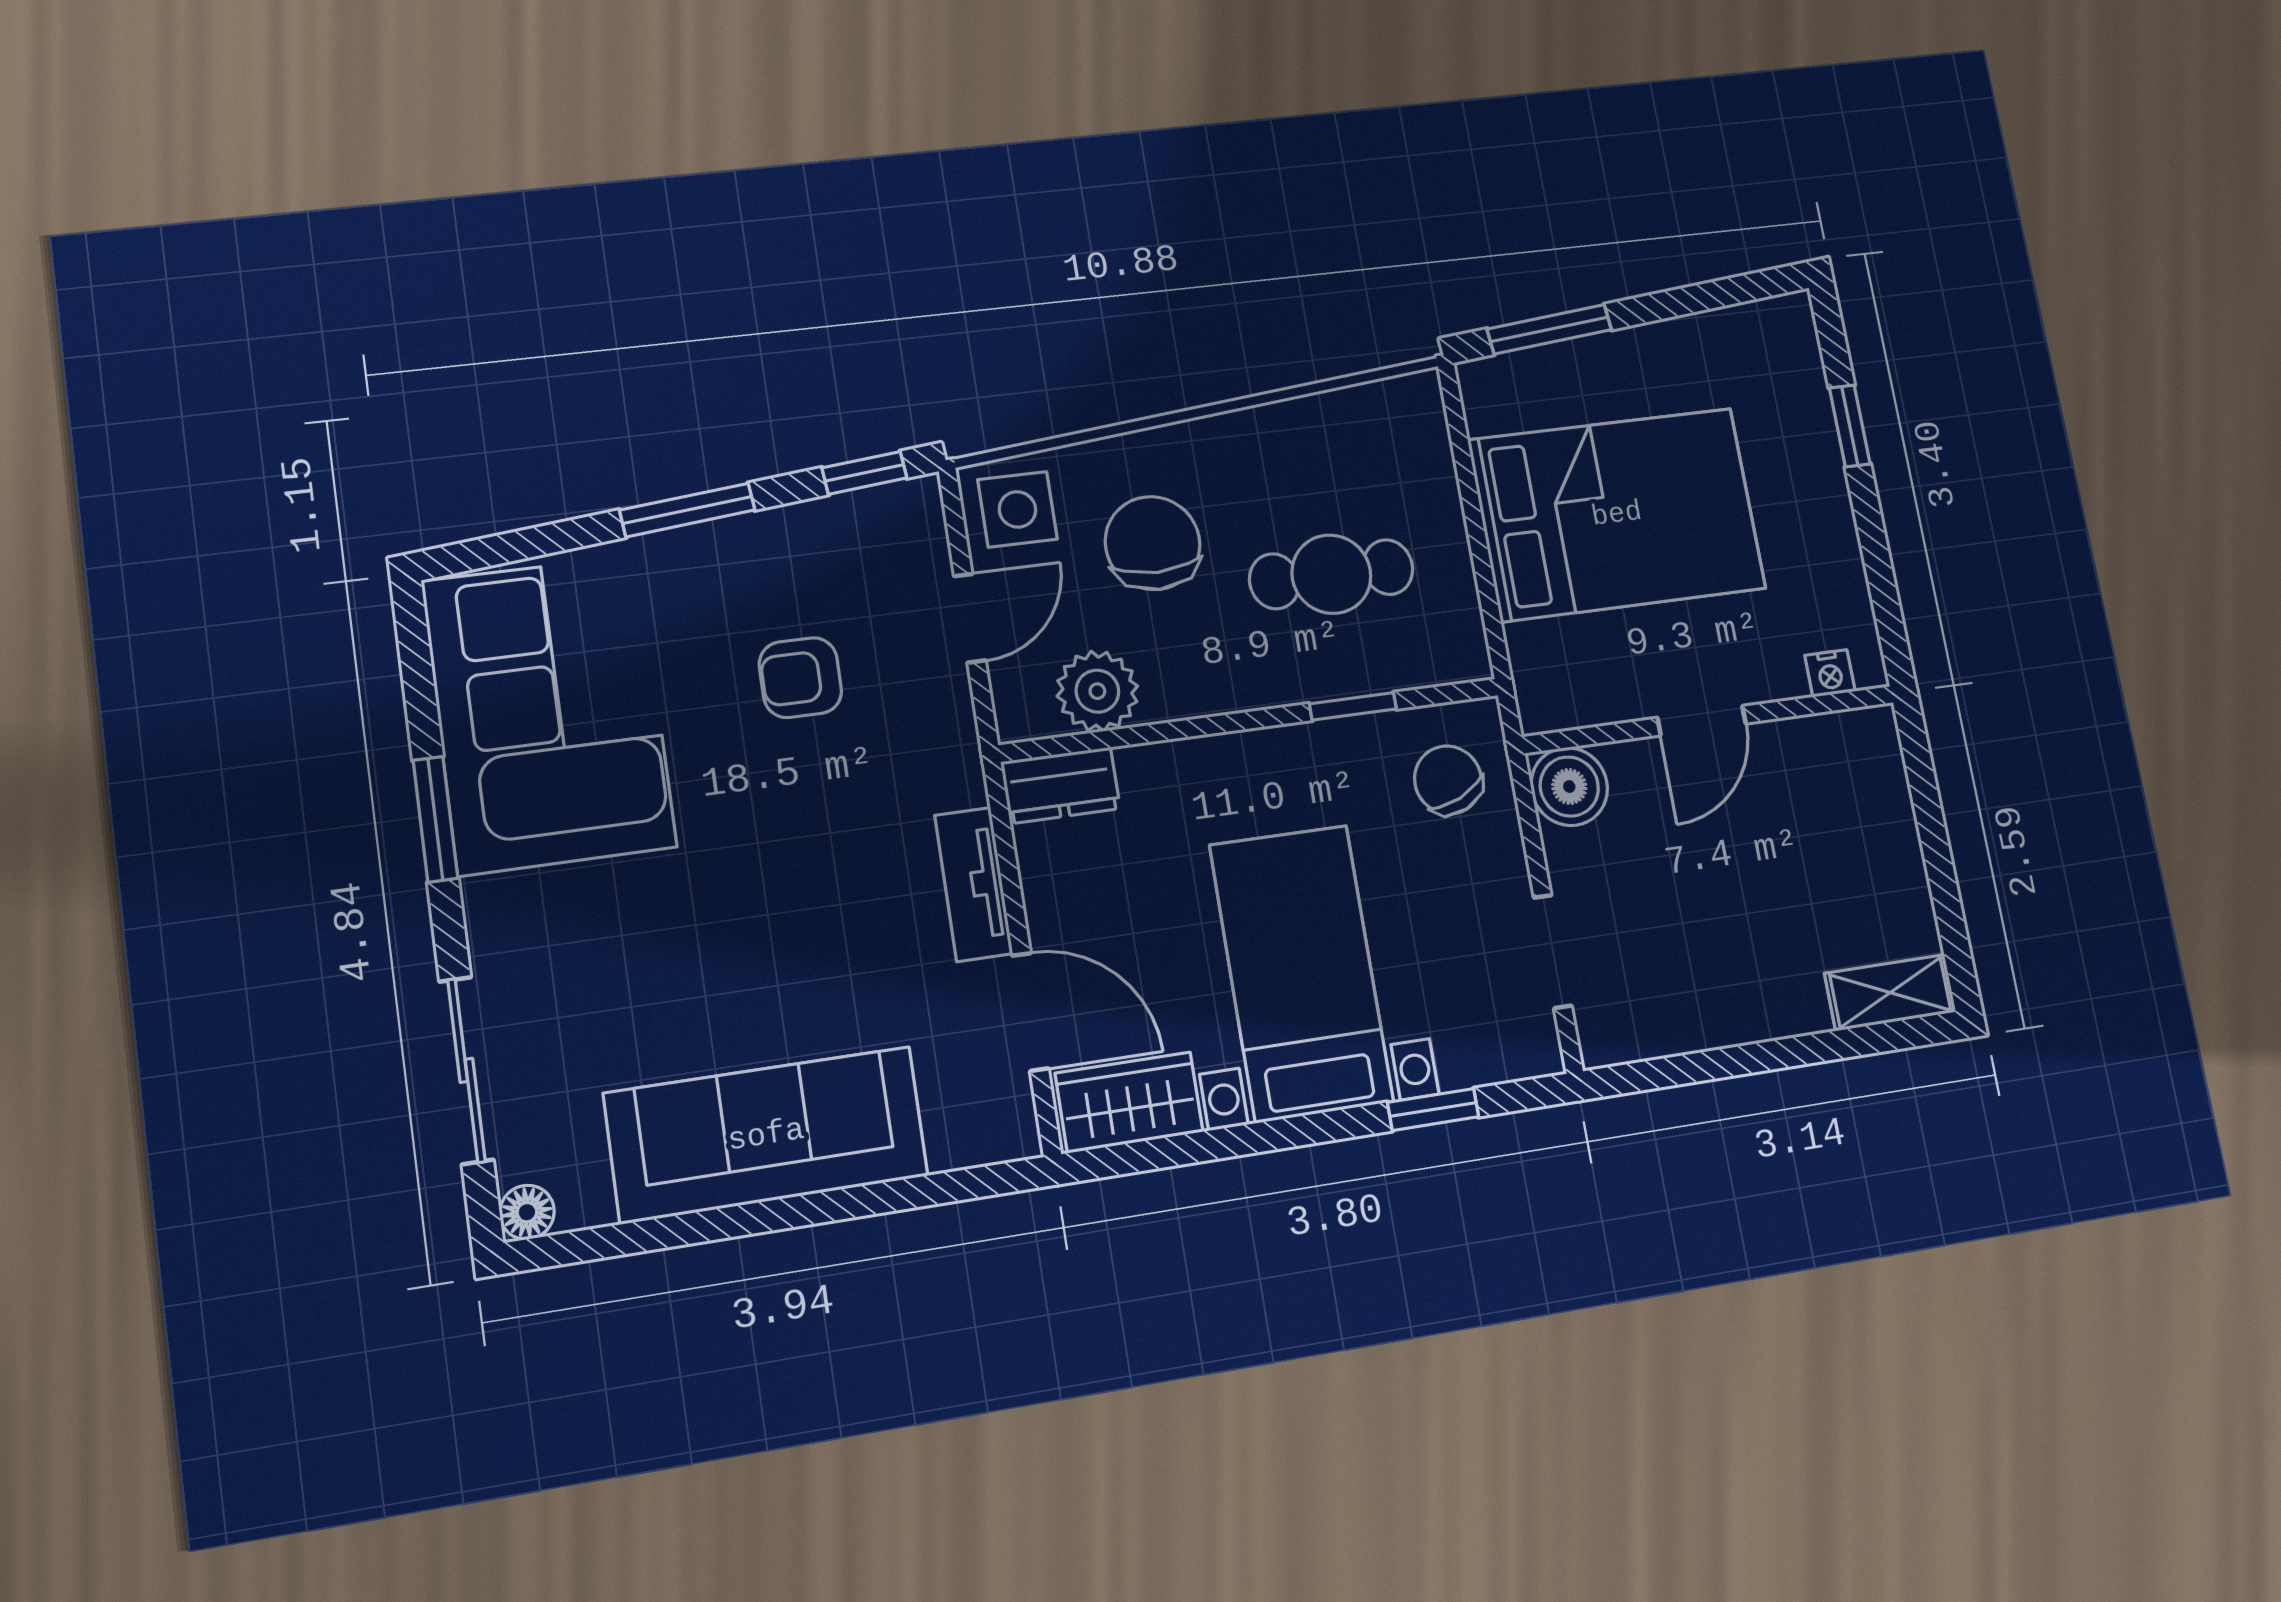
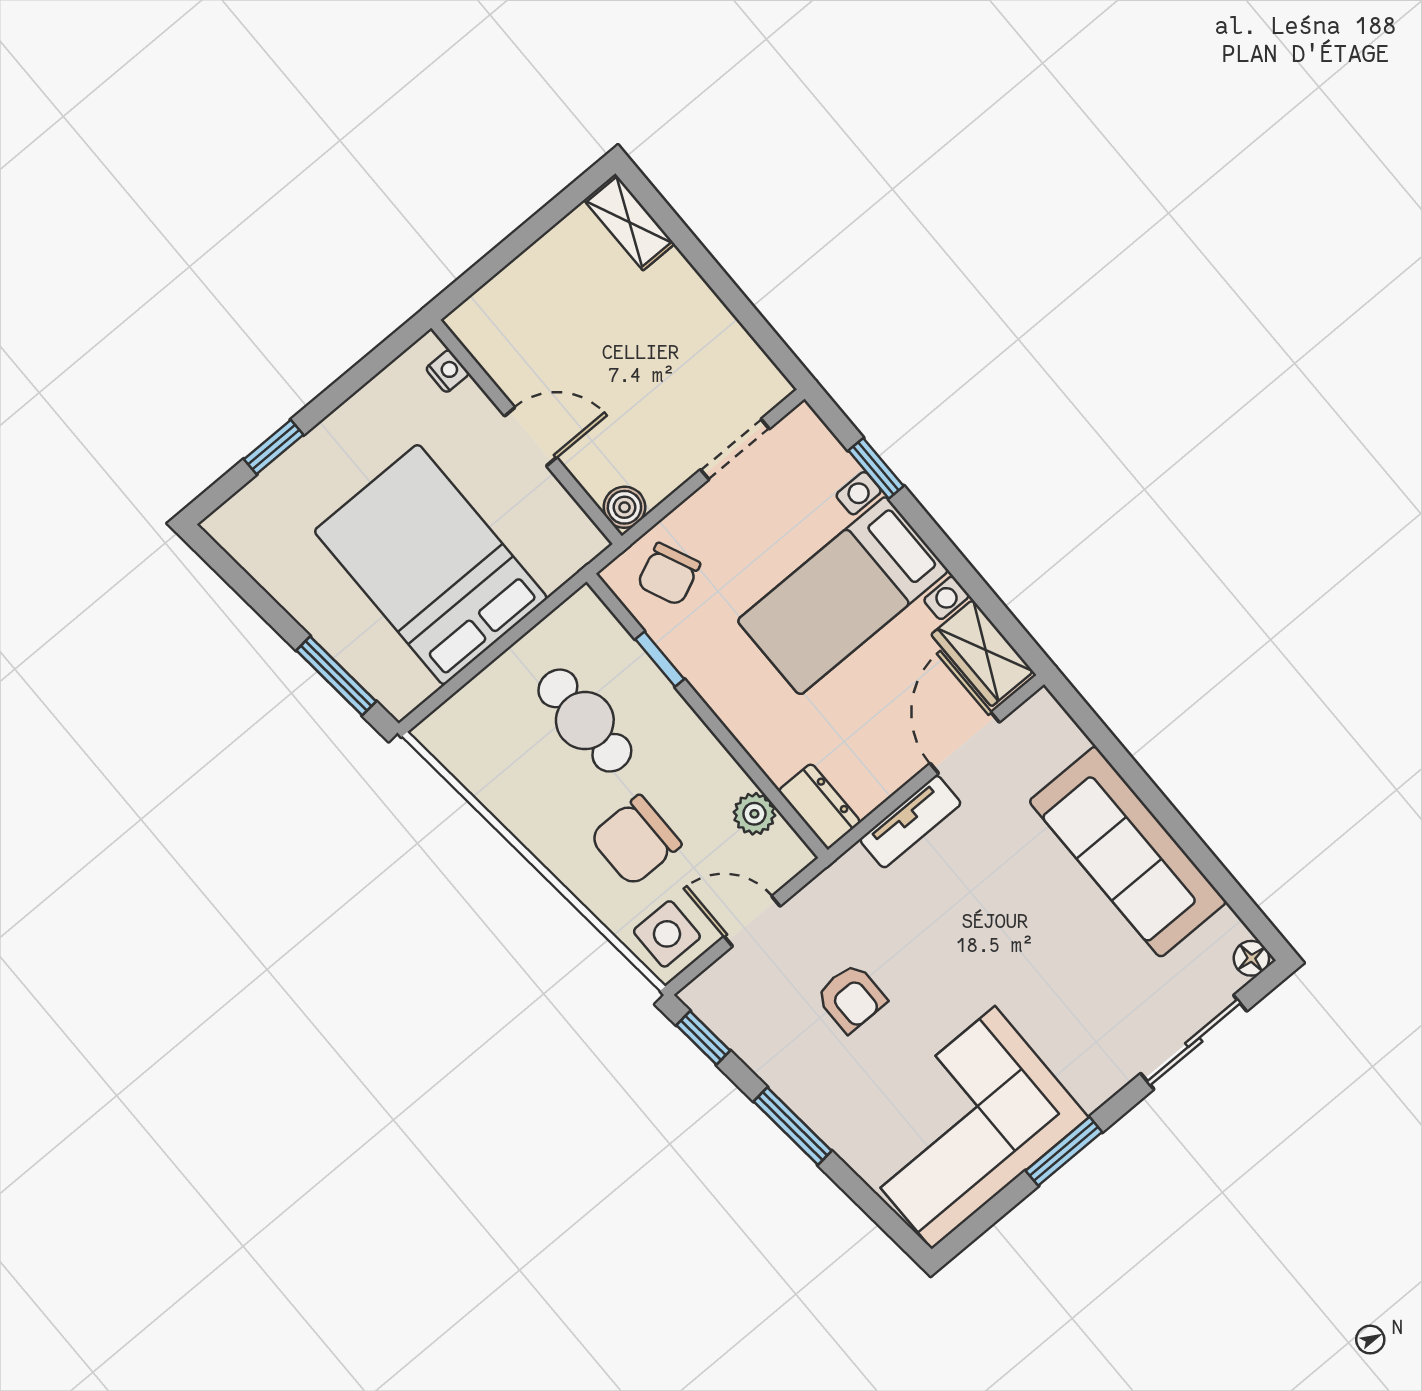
plant: (1097, 691) -> (754, 814), width x0.73, depth x0.73
boiler: (1569, 787) -> (624, 507), width x0.73, depth x0.73

